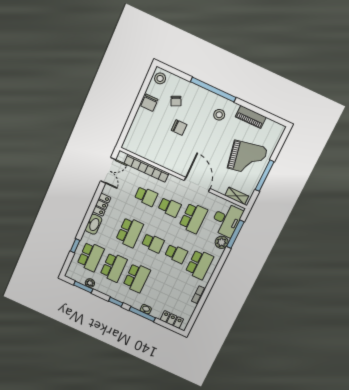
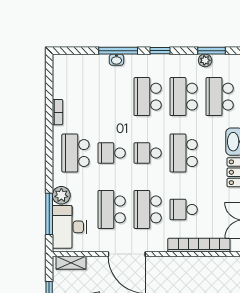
school desk: (170, 207) -> (148, 209), width x1.85
locker: (172, 320) -> (76, 62), removed

